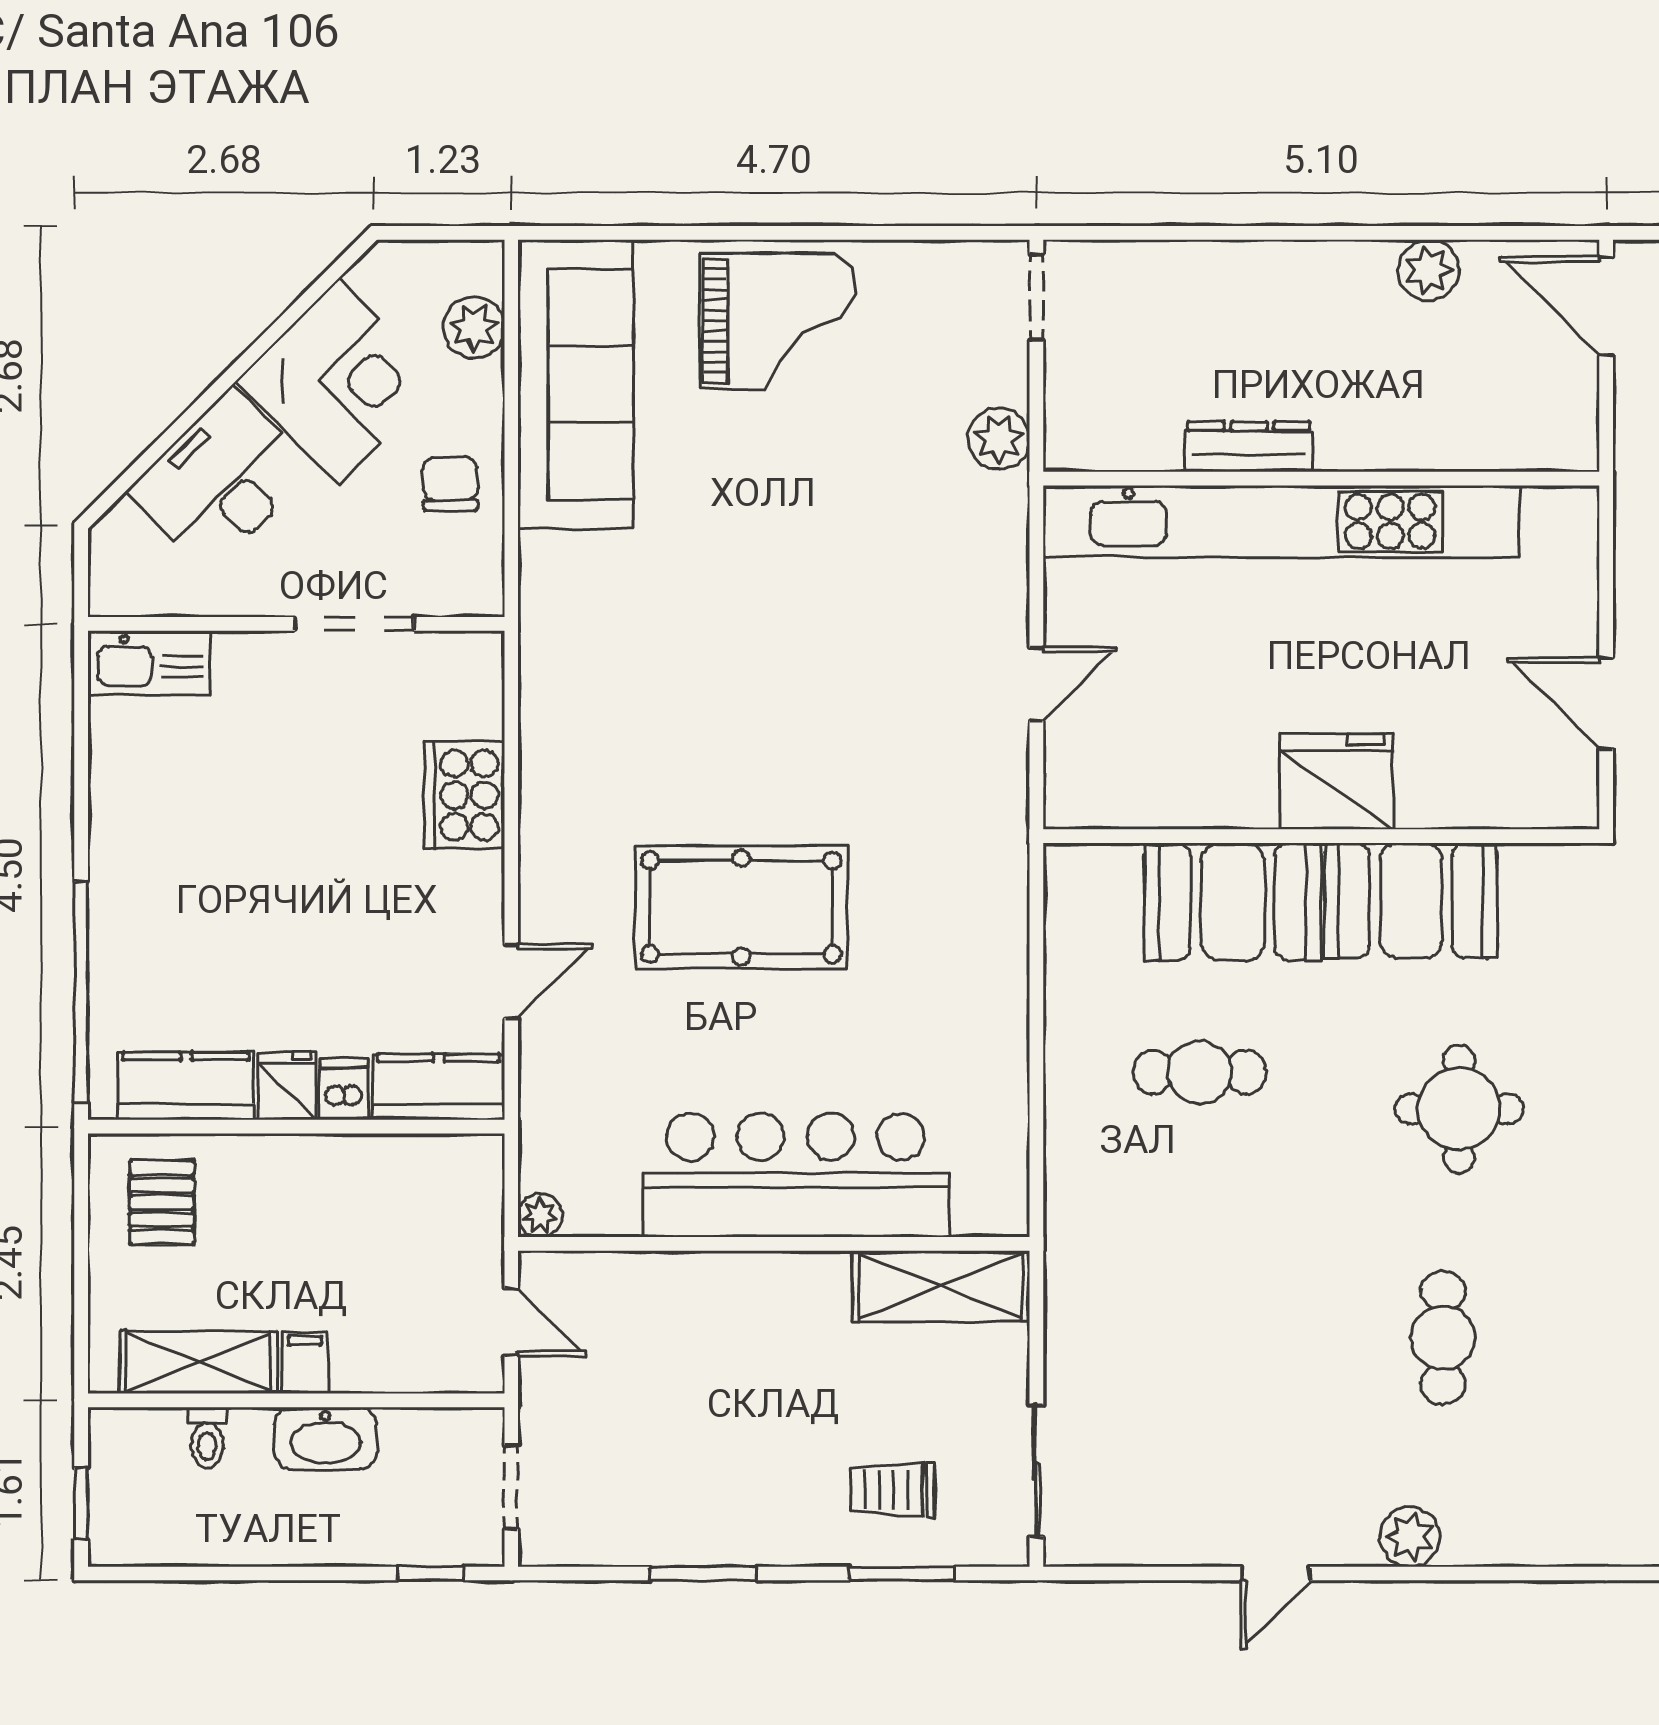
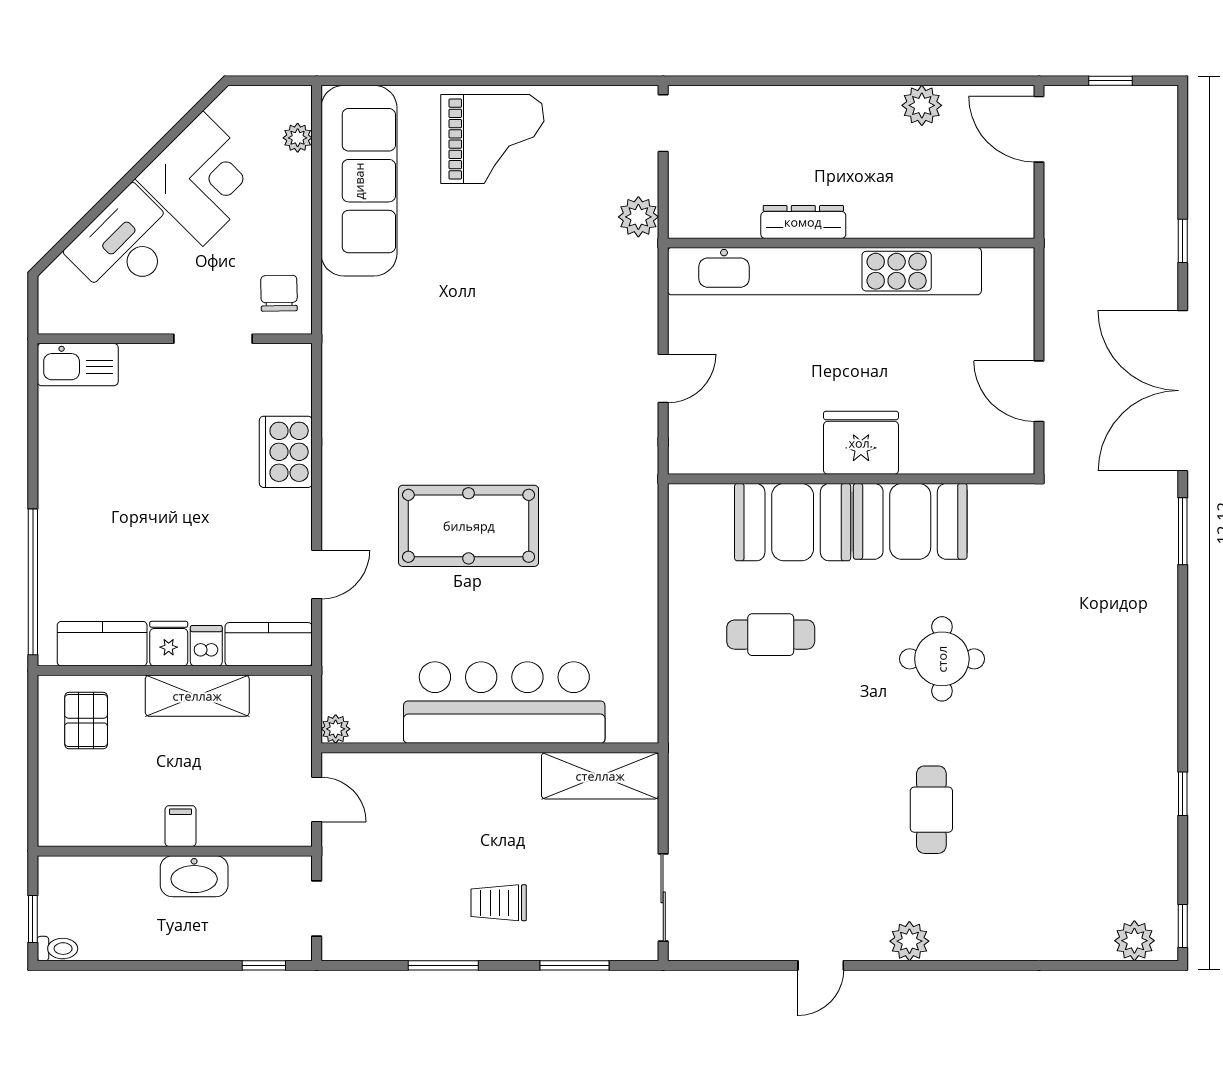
plant: (474, 327) -> (298, 138), width x0.73, depth x0.73
chair: (450, 484) -> (279, 293), moved
shelving: (198, 1362) -> (197, 696), moved
toilet: (207, 1438) -> (57, 949), moved, turned -90
trolley: (892, 1490) -> (499, 903), moved

